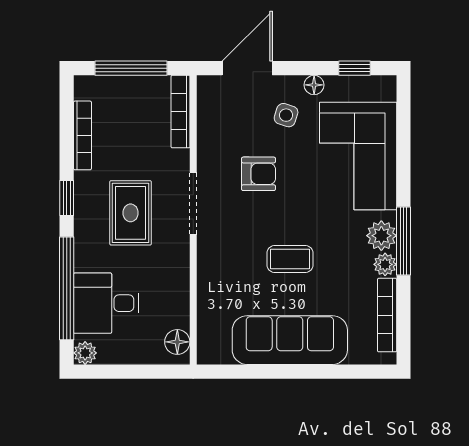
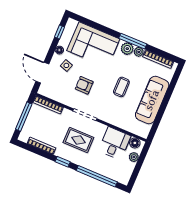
armchair: (259, 174) -> (84, 85), turned -90
desk: (106, 303) -> (115, 143), moved, turned 180
plant: (85, 353) -> (134, 157), moved

